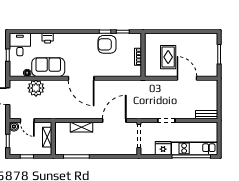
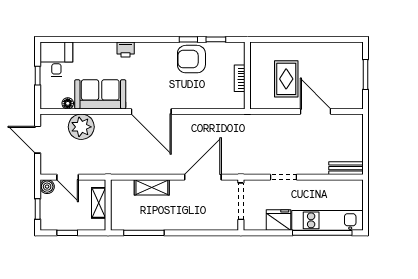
printer: (48, 38) -> (126, 49), moved

